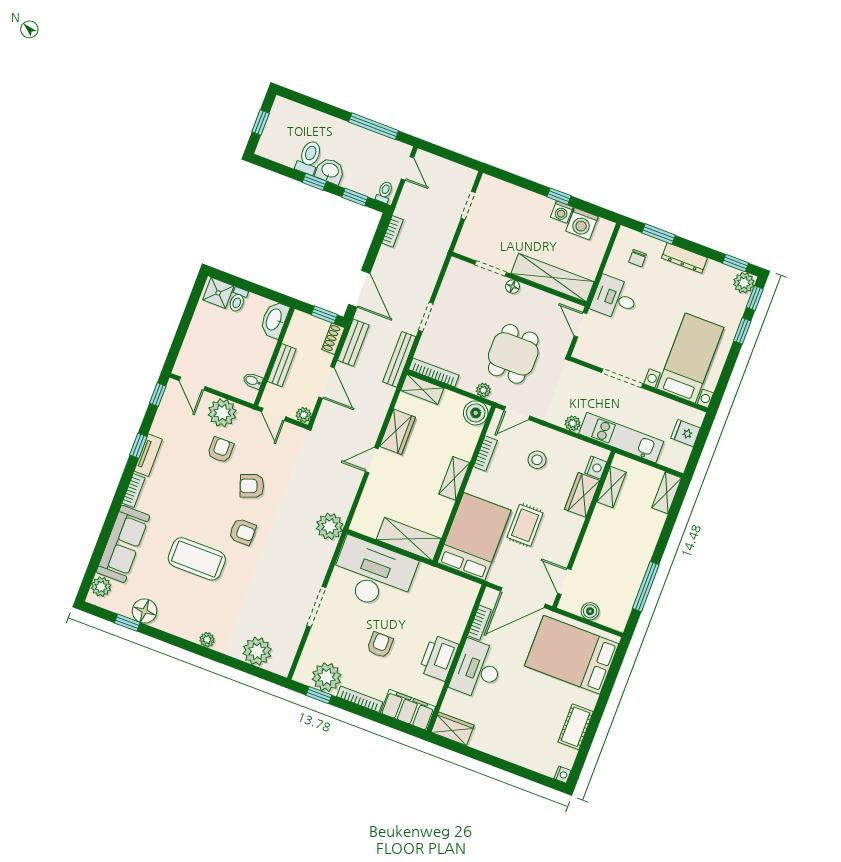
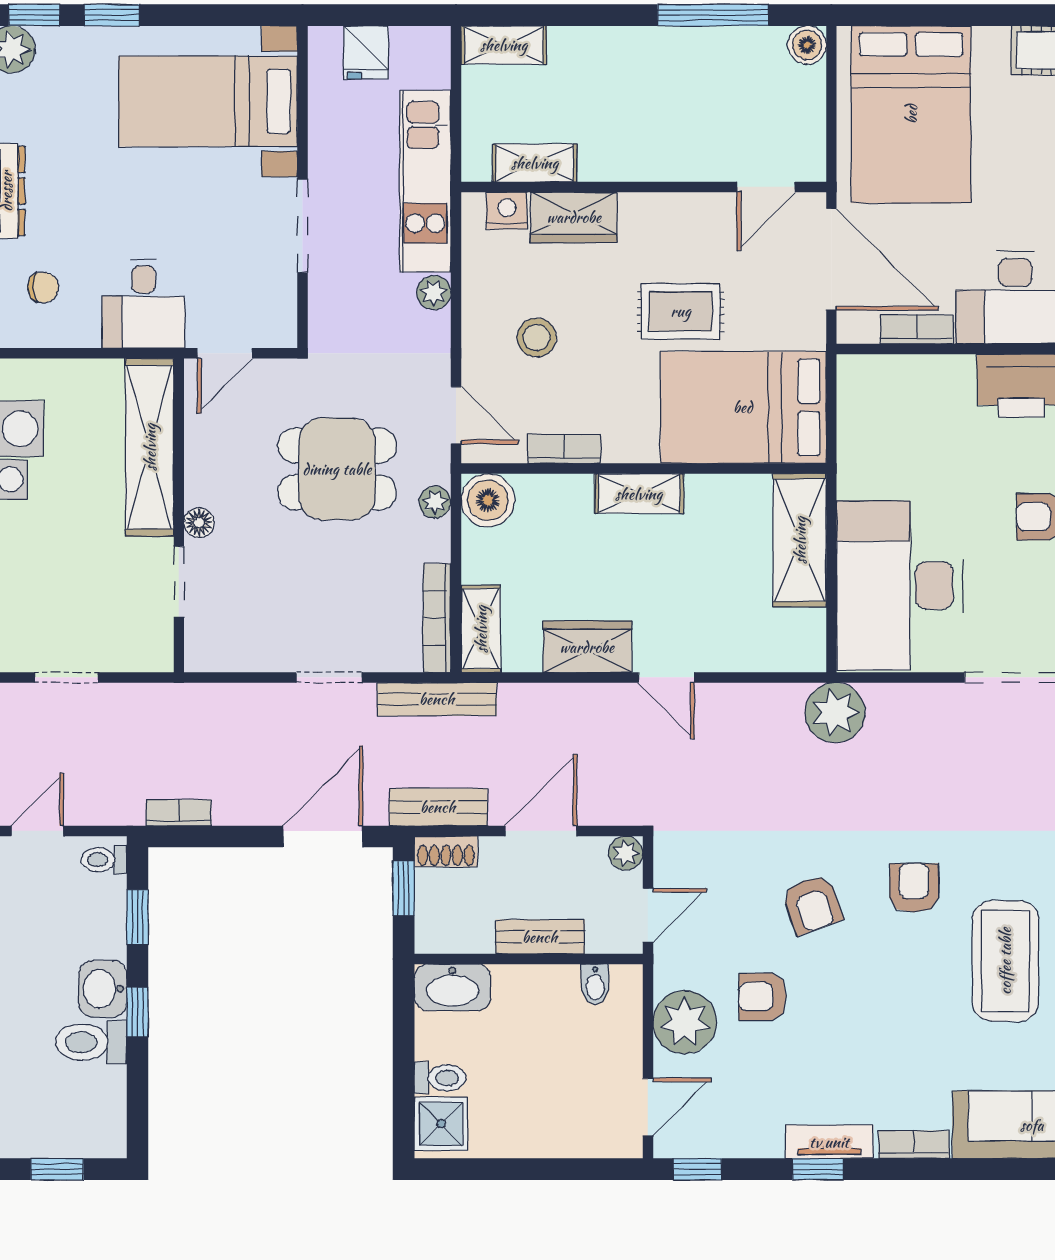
boiler: (590, 611) -> (807, 45), moved

